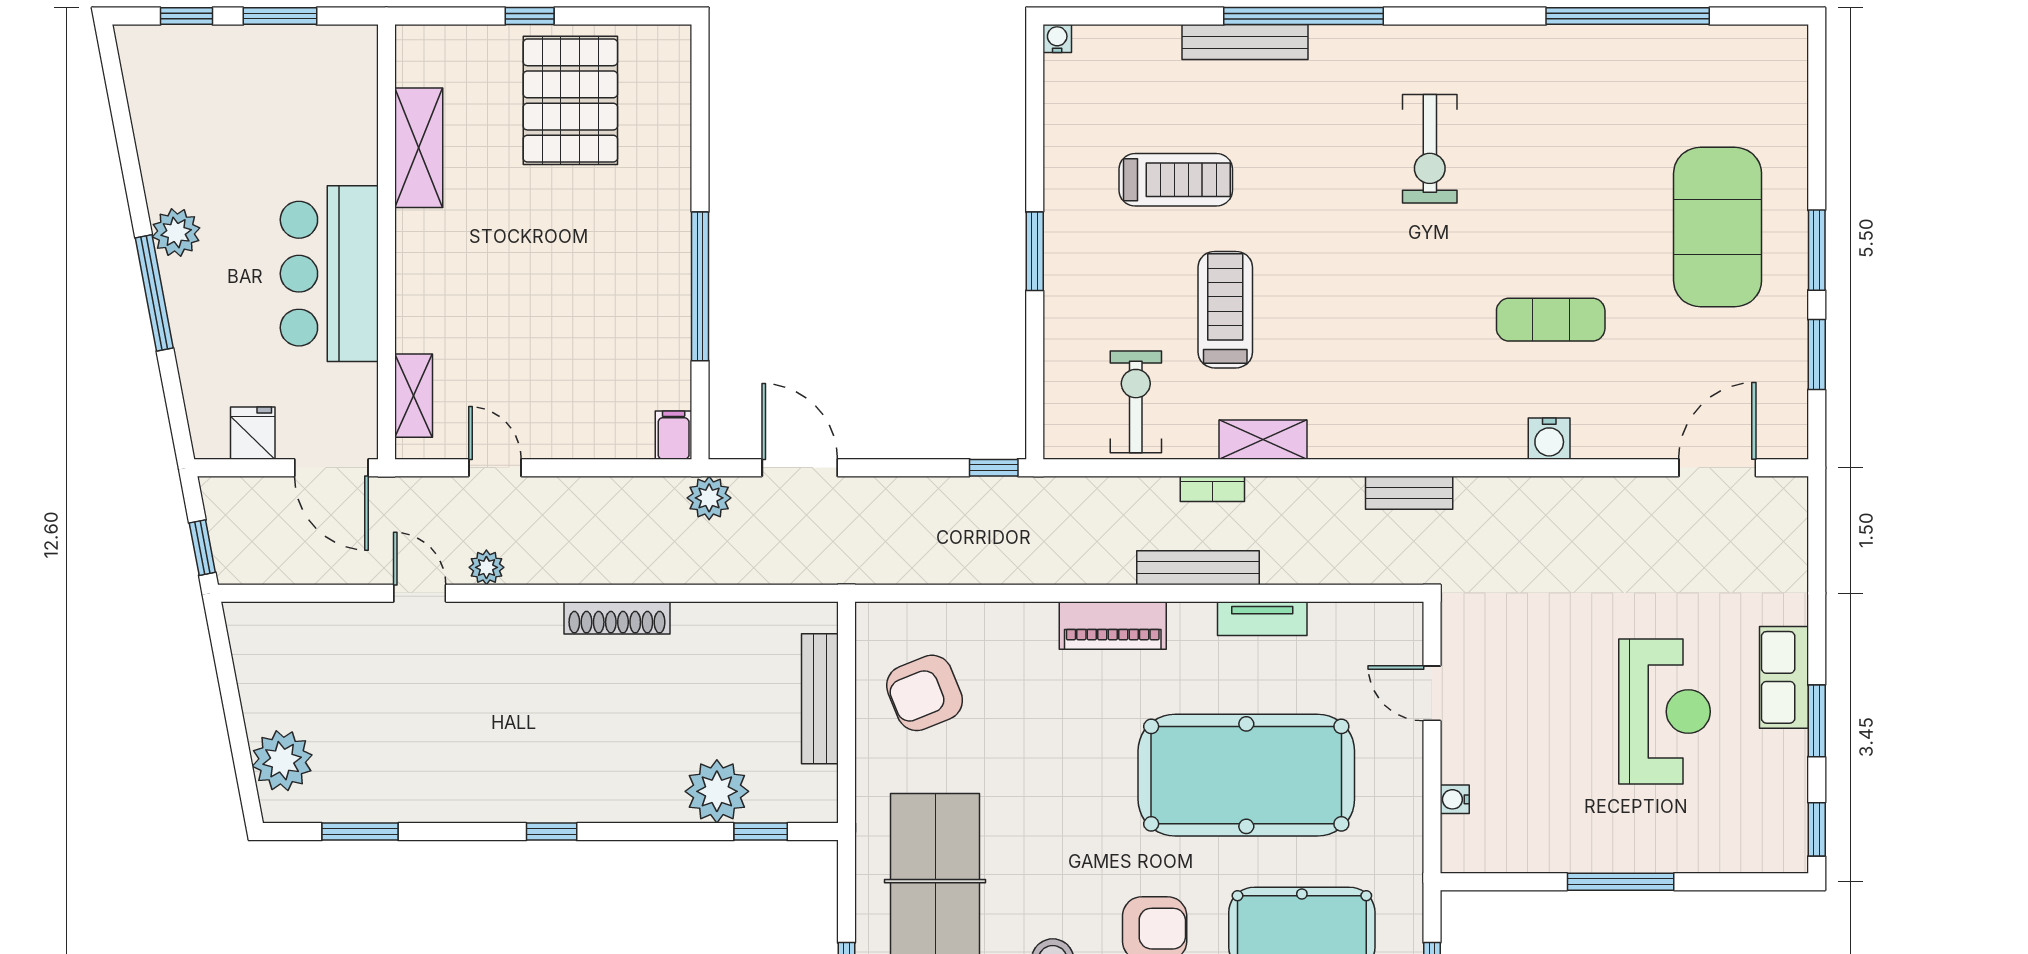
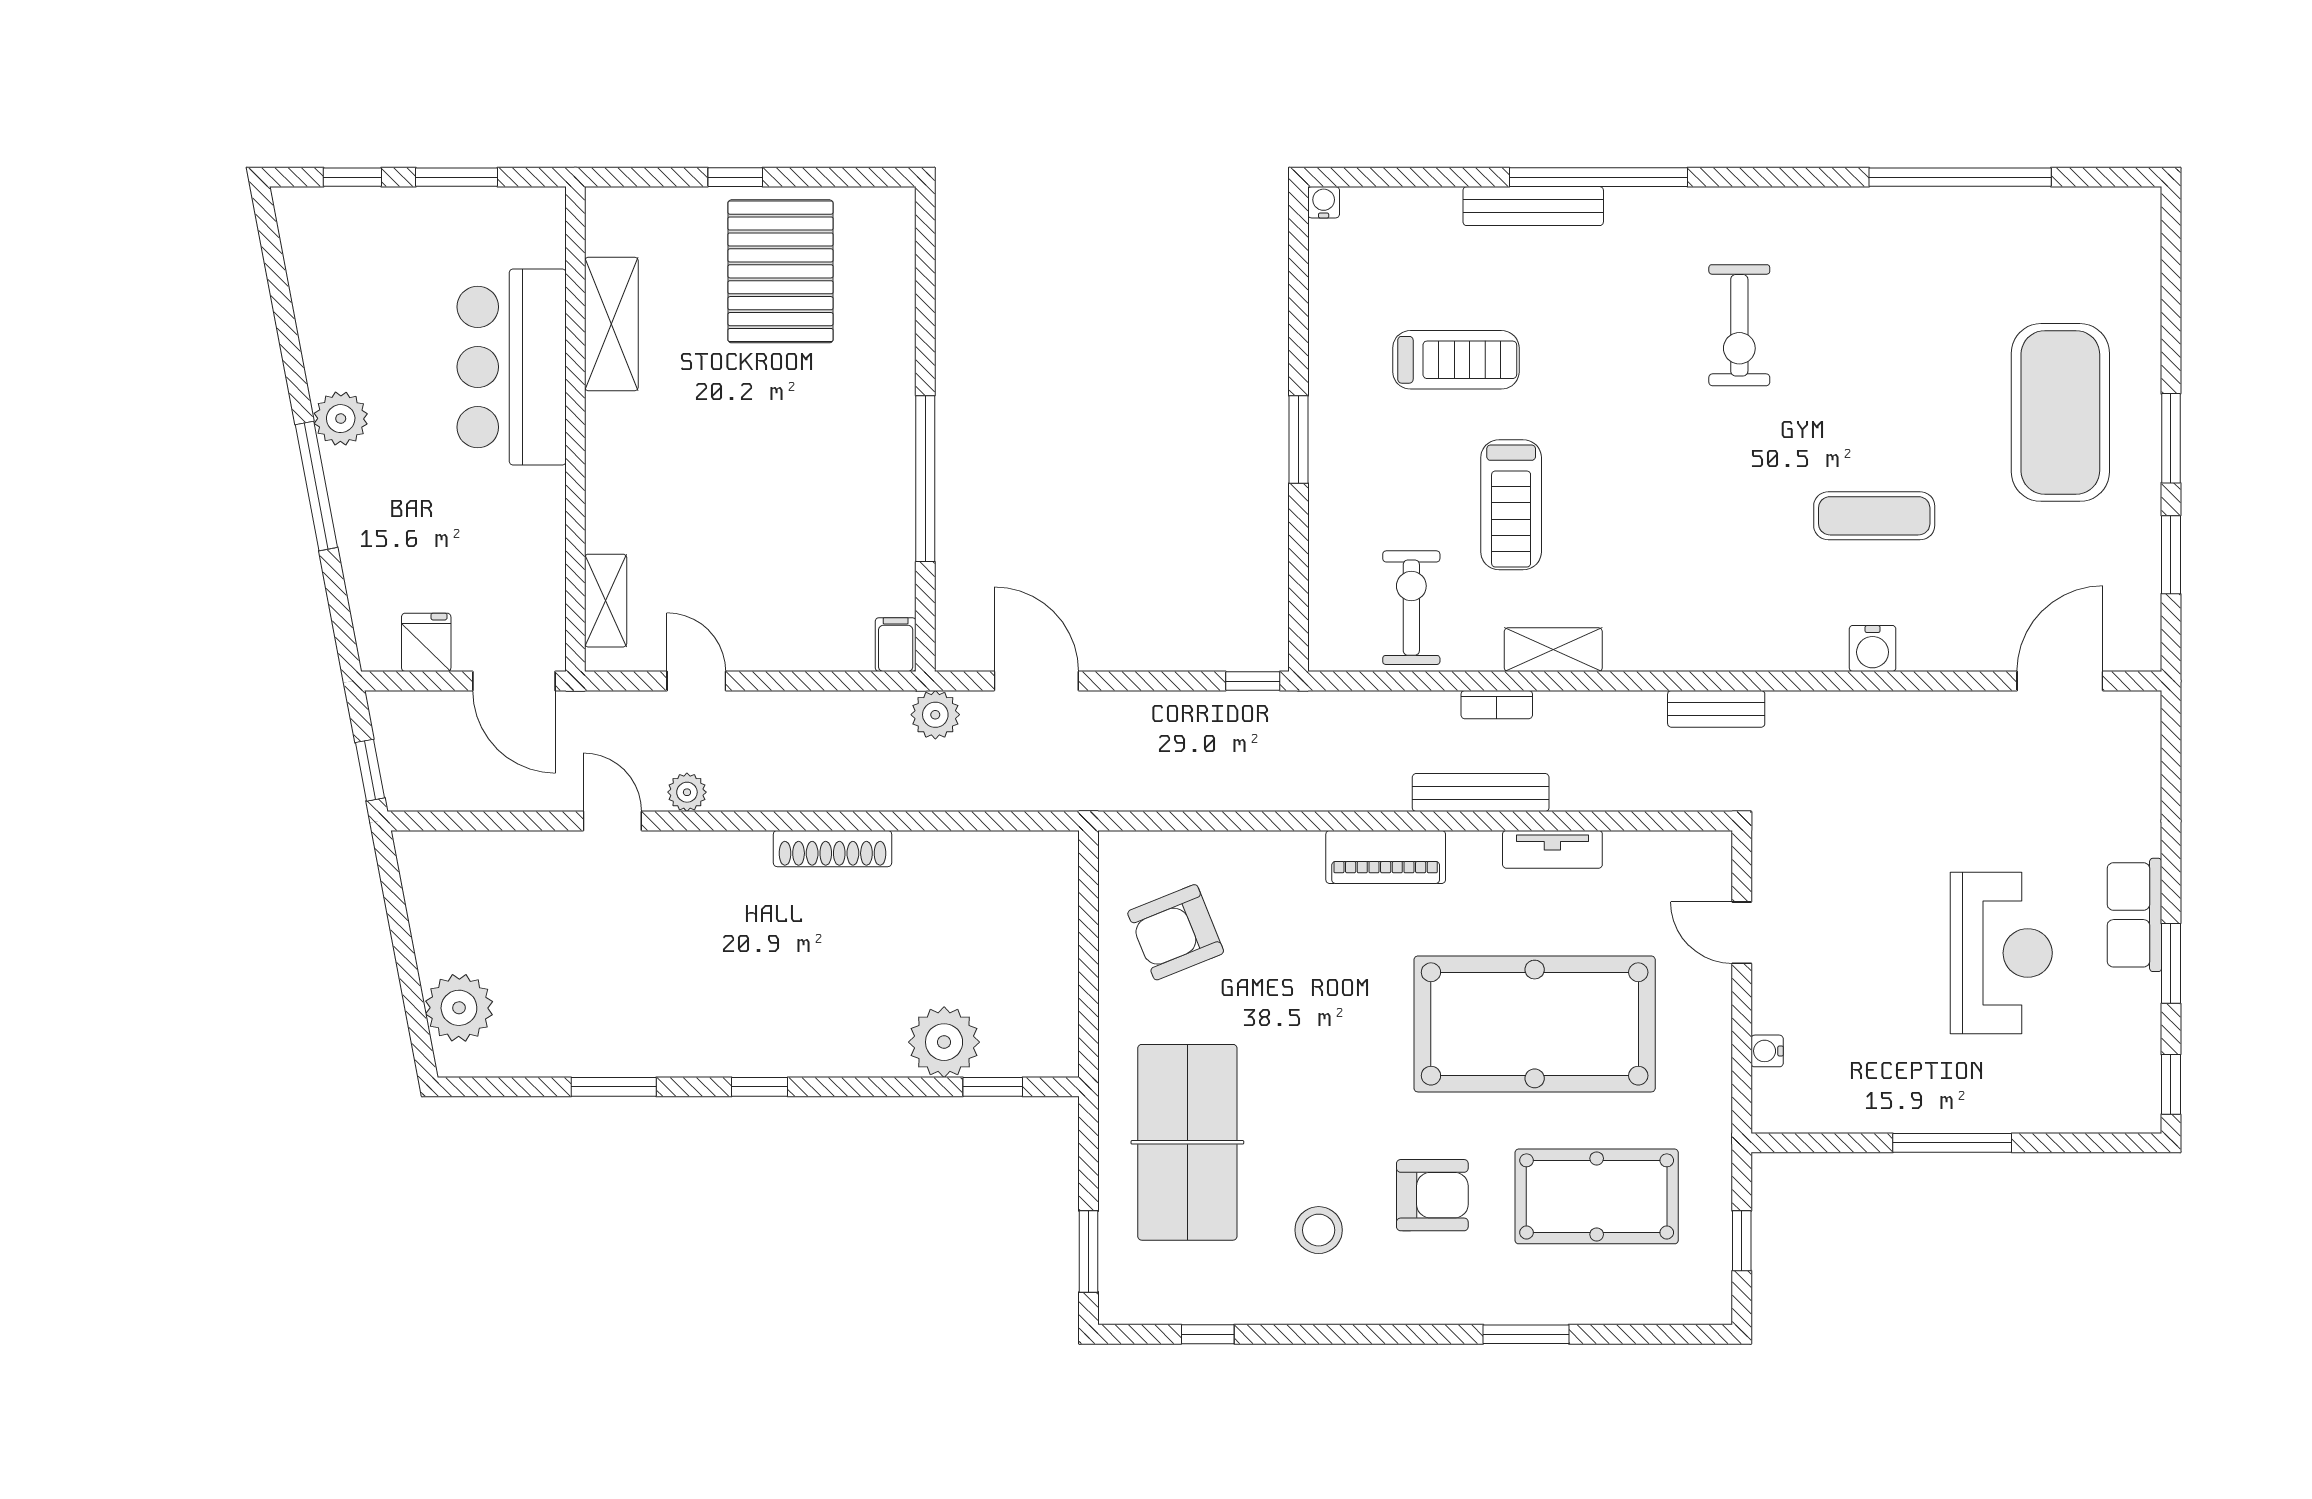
bar counter: (329, 274) -> (512, 367), moved
treadmill: (1225, 310) -> (1511, 505), turned 180
bench: (820, 699) -> (1059, 939), removed
window: (360, 832) -> (614, 1087), moved

